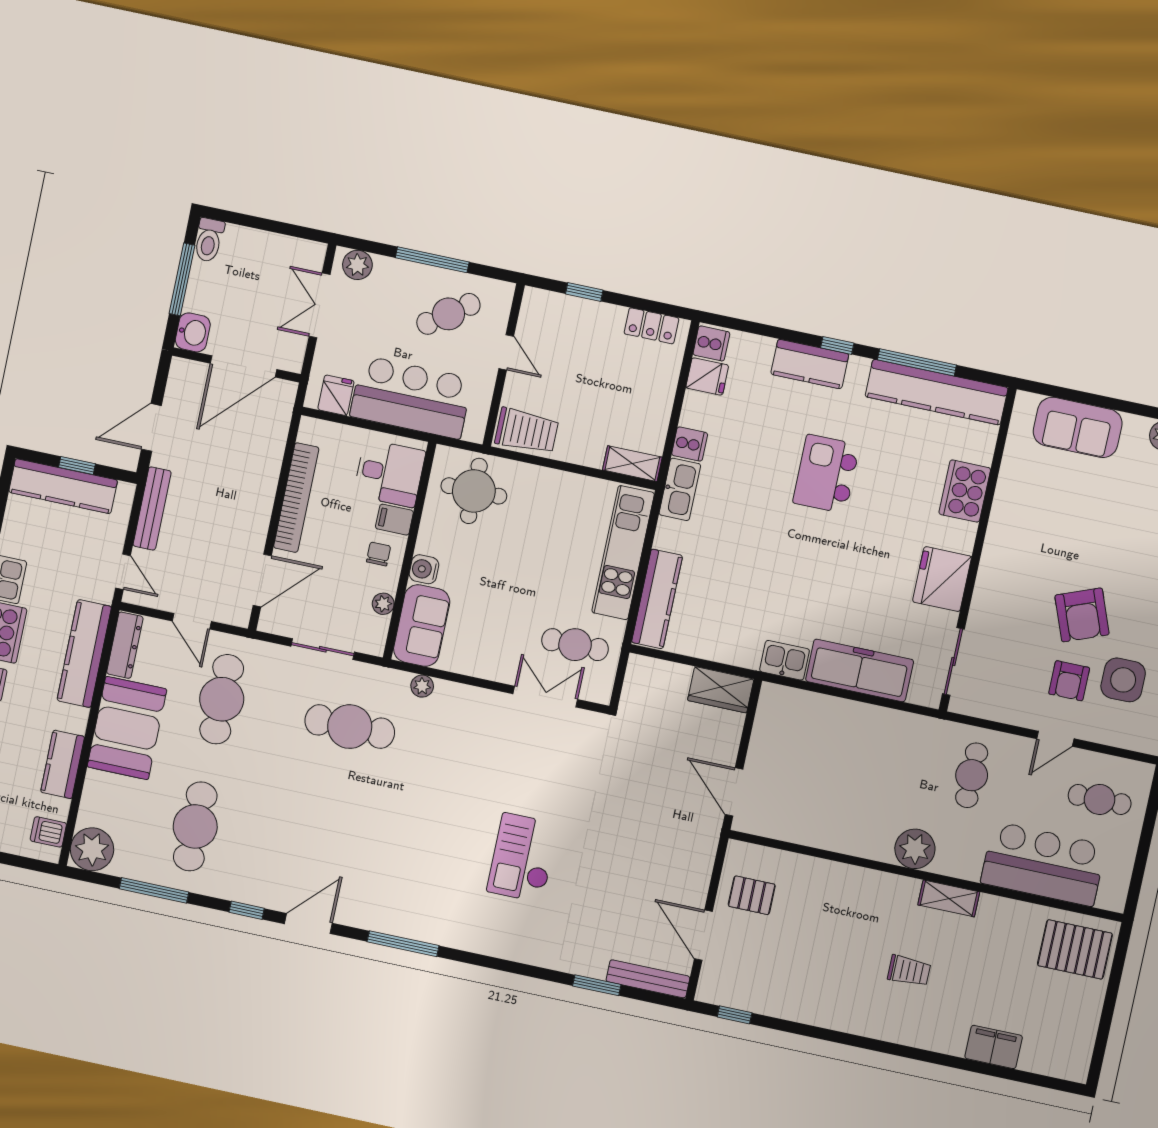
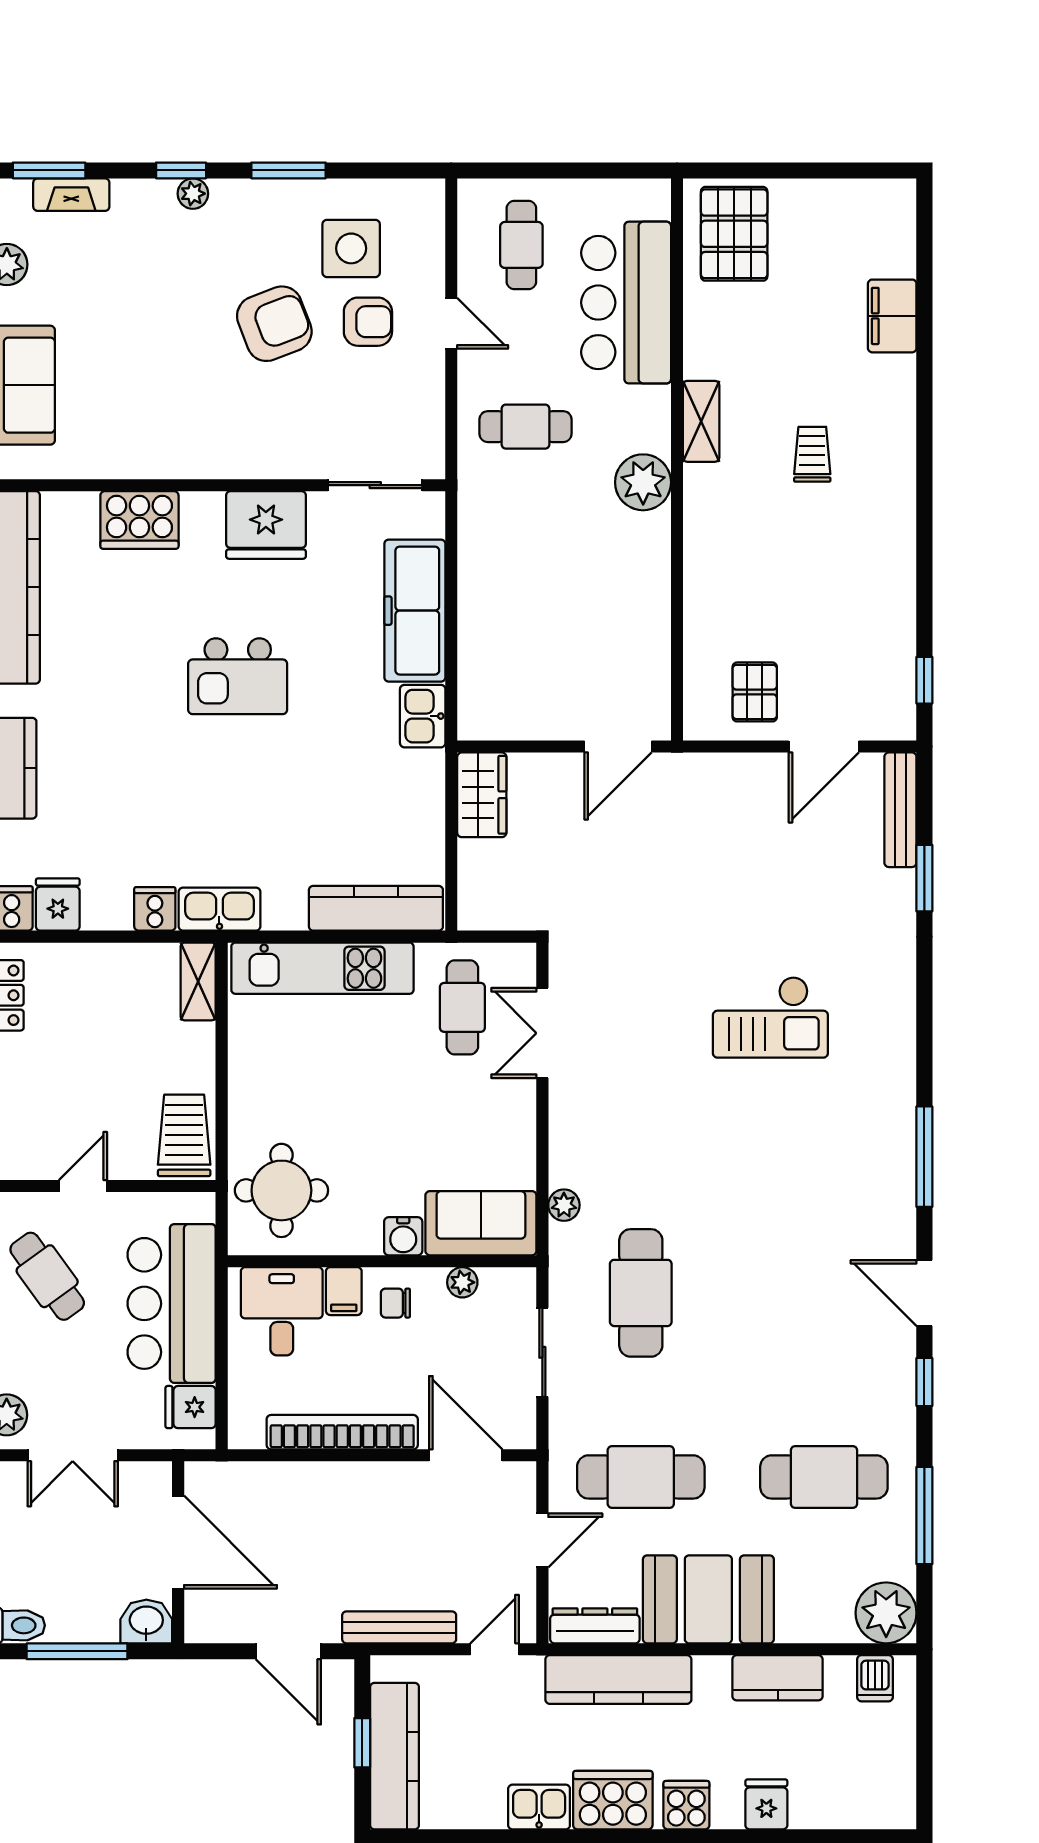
kitchen island: (826, 474) -> (238, 676), moved

